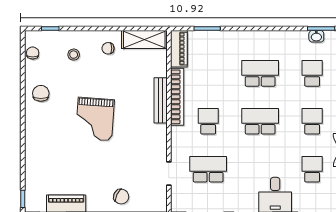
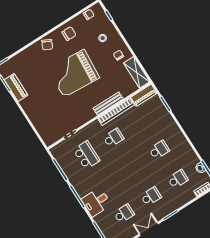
school desk: (260, 73) -> (159, 150), width x0.54
grand piano: (95, 119) -> (74, 73), width x1.37, depth x1.48
school desk: (260, 121) -> (132, 167), removed
chair: (121, 197) -> (47, 45), moved

